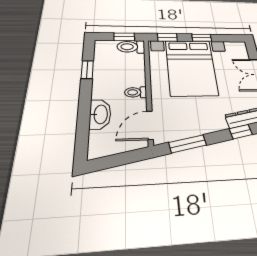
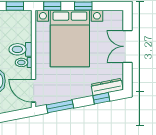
toilet: (131, 47) -> (20, 49), moved
door: (150, 125) -> (34, 91), hinge flipped

